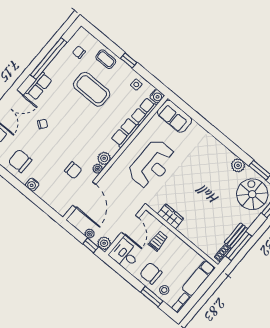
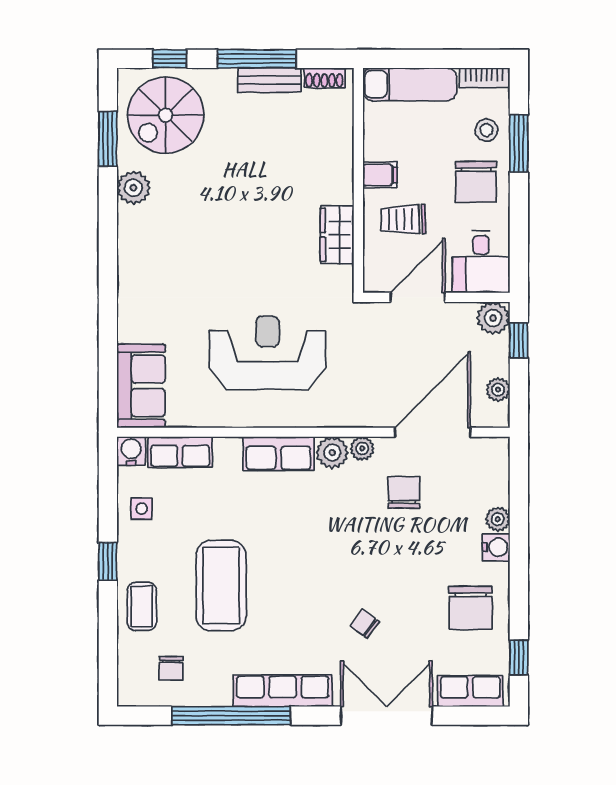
row of seats: (39, 86) -> (283, 691), width x1.48
row of seats: (125, 133) -> (278, 454), moved
plant: (40, 192) -> (498, 519), added
plant: (90, 234) -> (498, 389), moved
filing cabinet: (178, 245) -> (380, 175), added
window: (239, 246) -> (257, 59), moved

